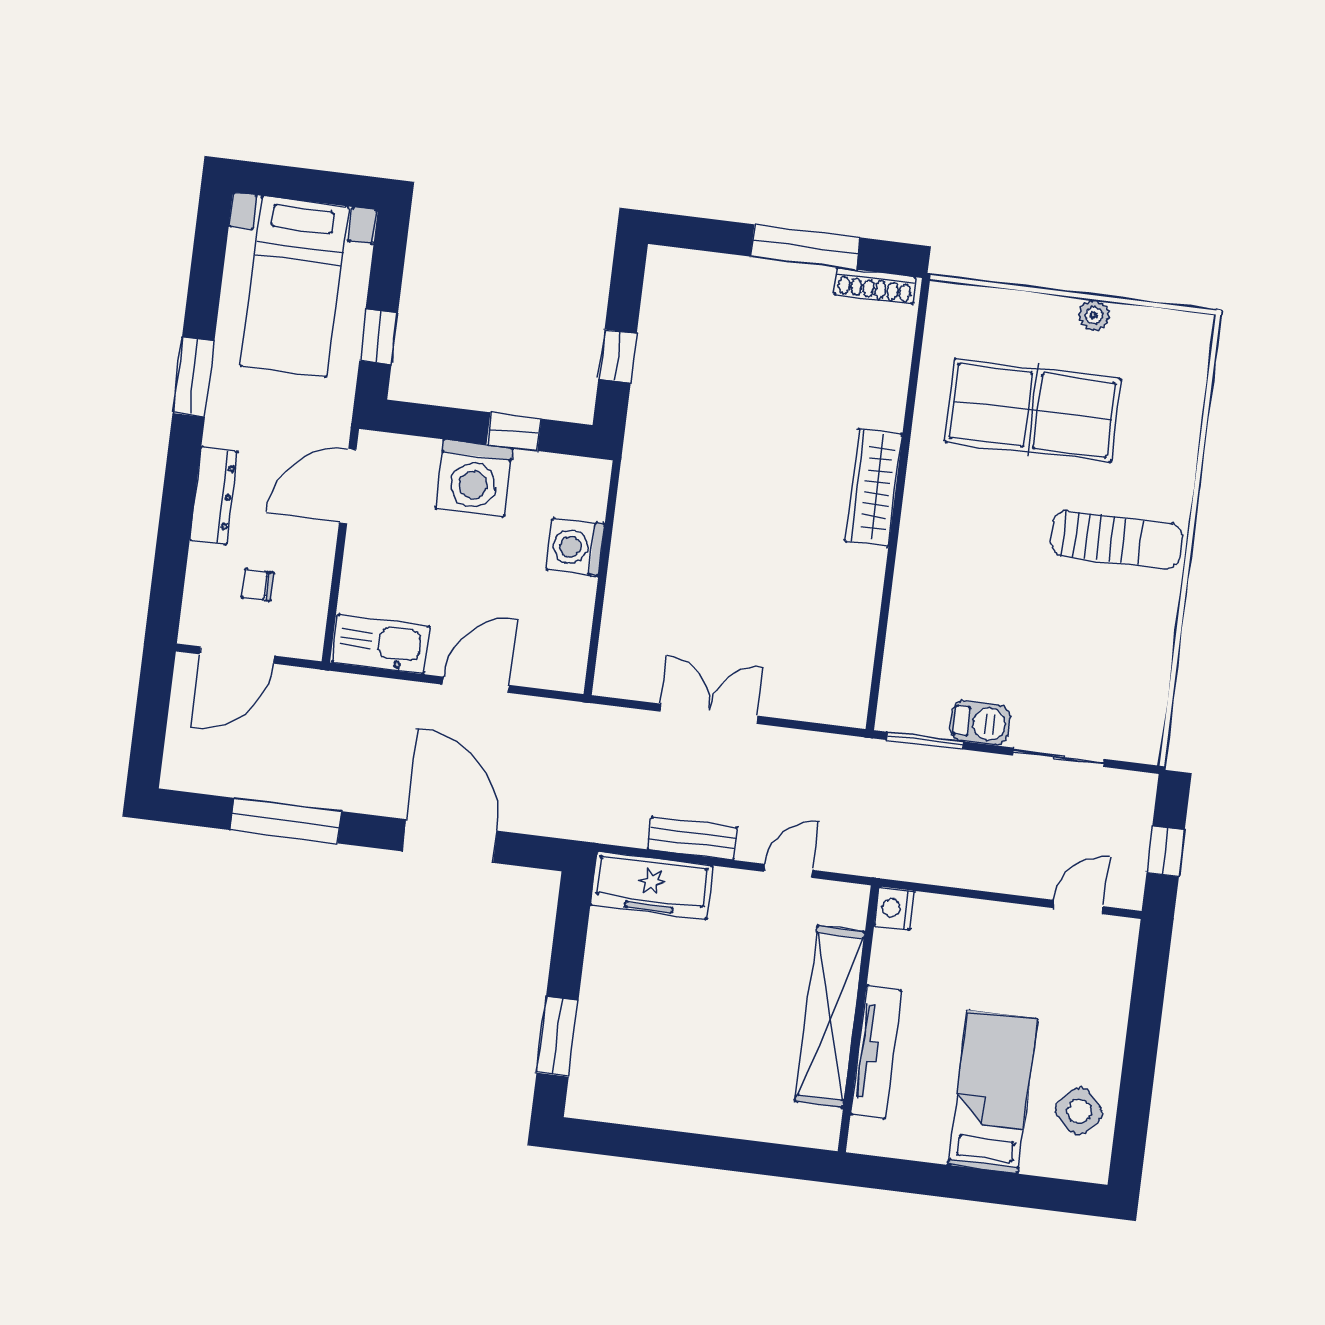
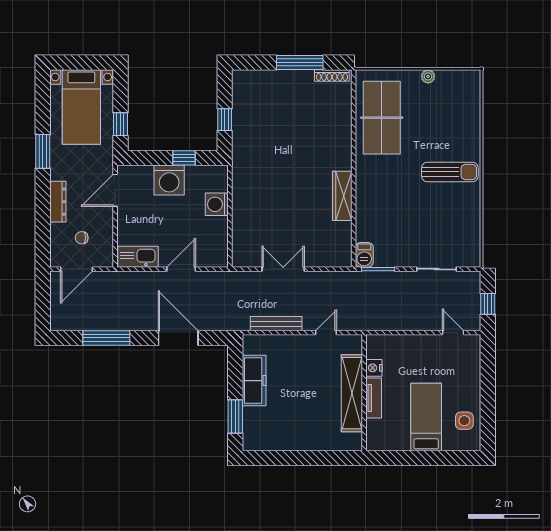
table tennis table: (1033, 410) -> (382, 118), moved, turned 90
wardrobe: (874, 488) -> (342, 196), moved
barbecue: (980, 723) -> (364, 255), moved, turned 90
bench: (692, 838) -> (276, 324), width x1.36
freezer: (651, 885) -> (254, 381), moved, turned -90
door: (1078, 907) -> (453, 333), hinge flipped
nightstand: (894, 908) -> (374, 368), moved
tv unit: (876, 1052) -> (374, 398), width x0.71
side table: (1079, 1111) -> (464, 421), turned 45

